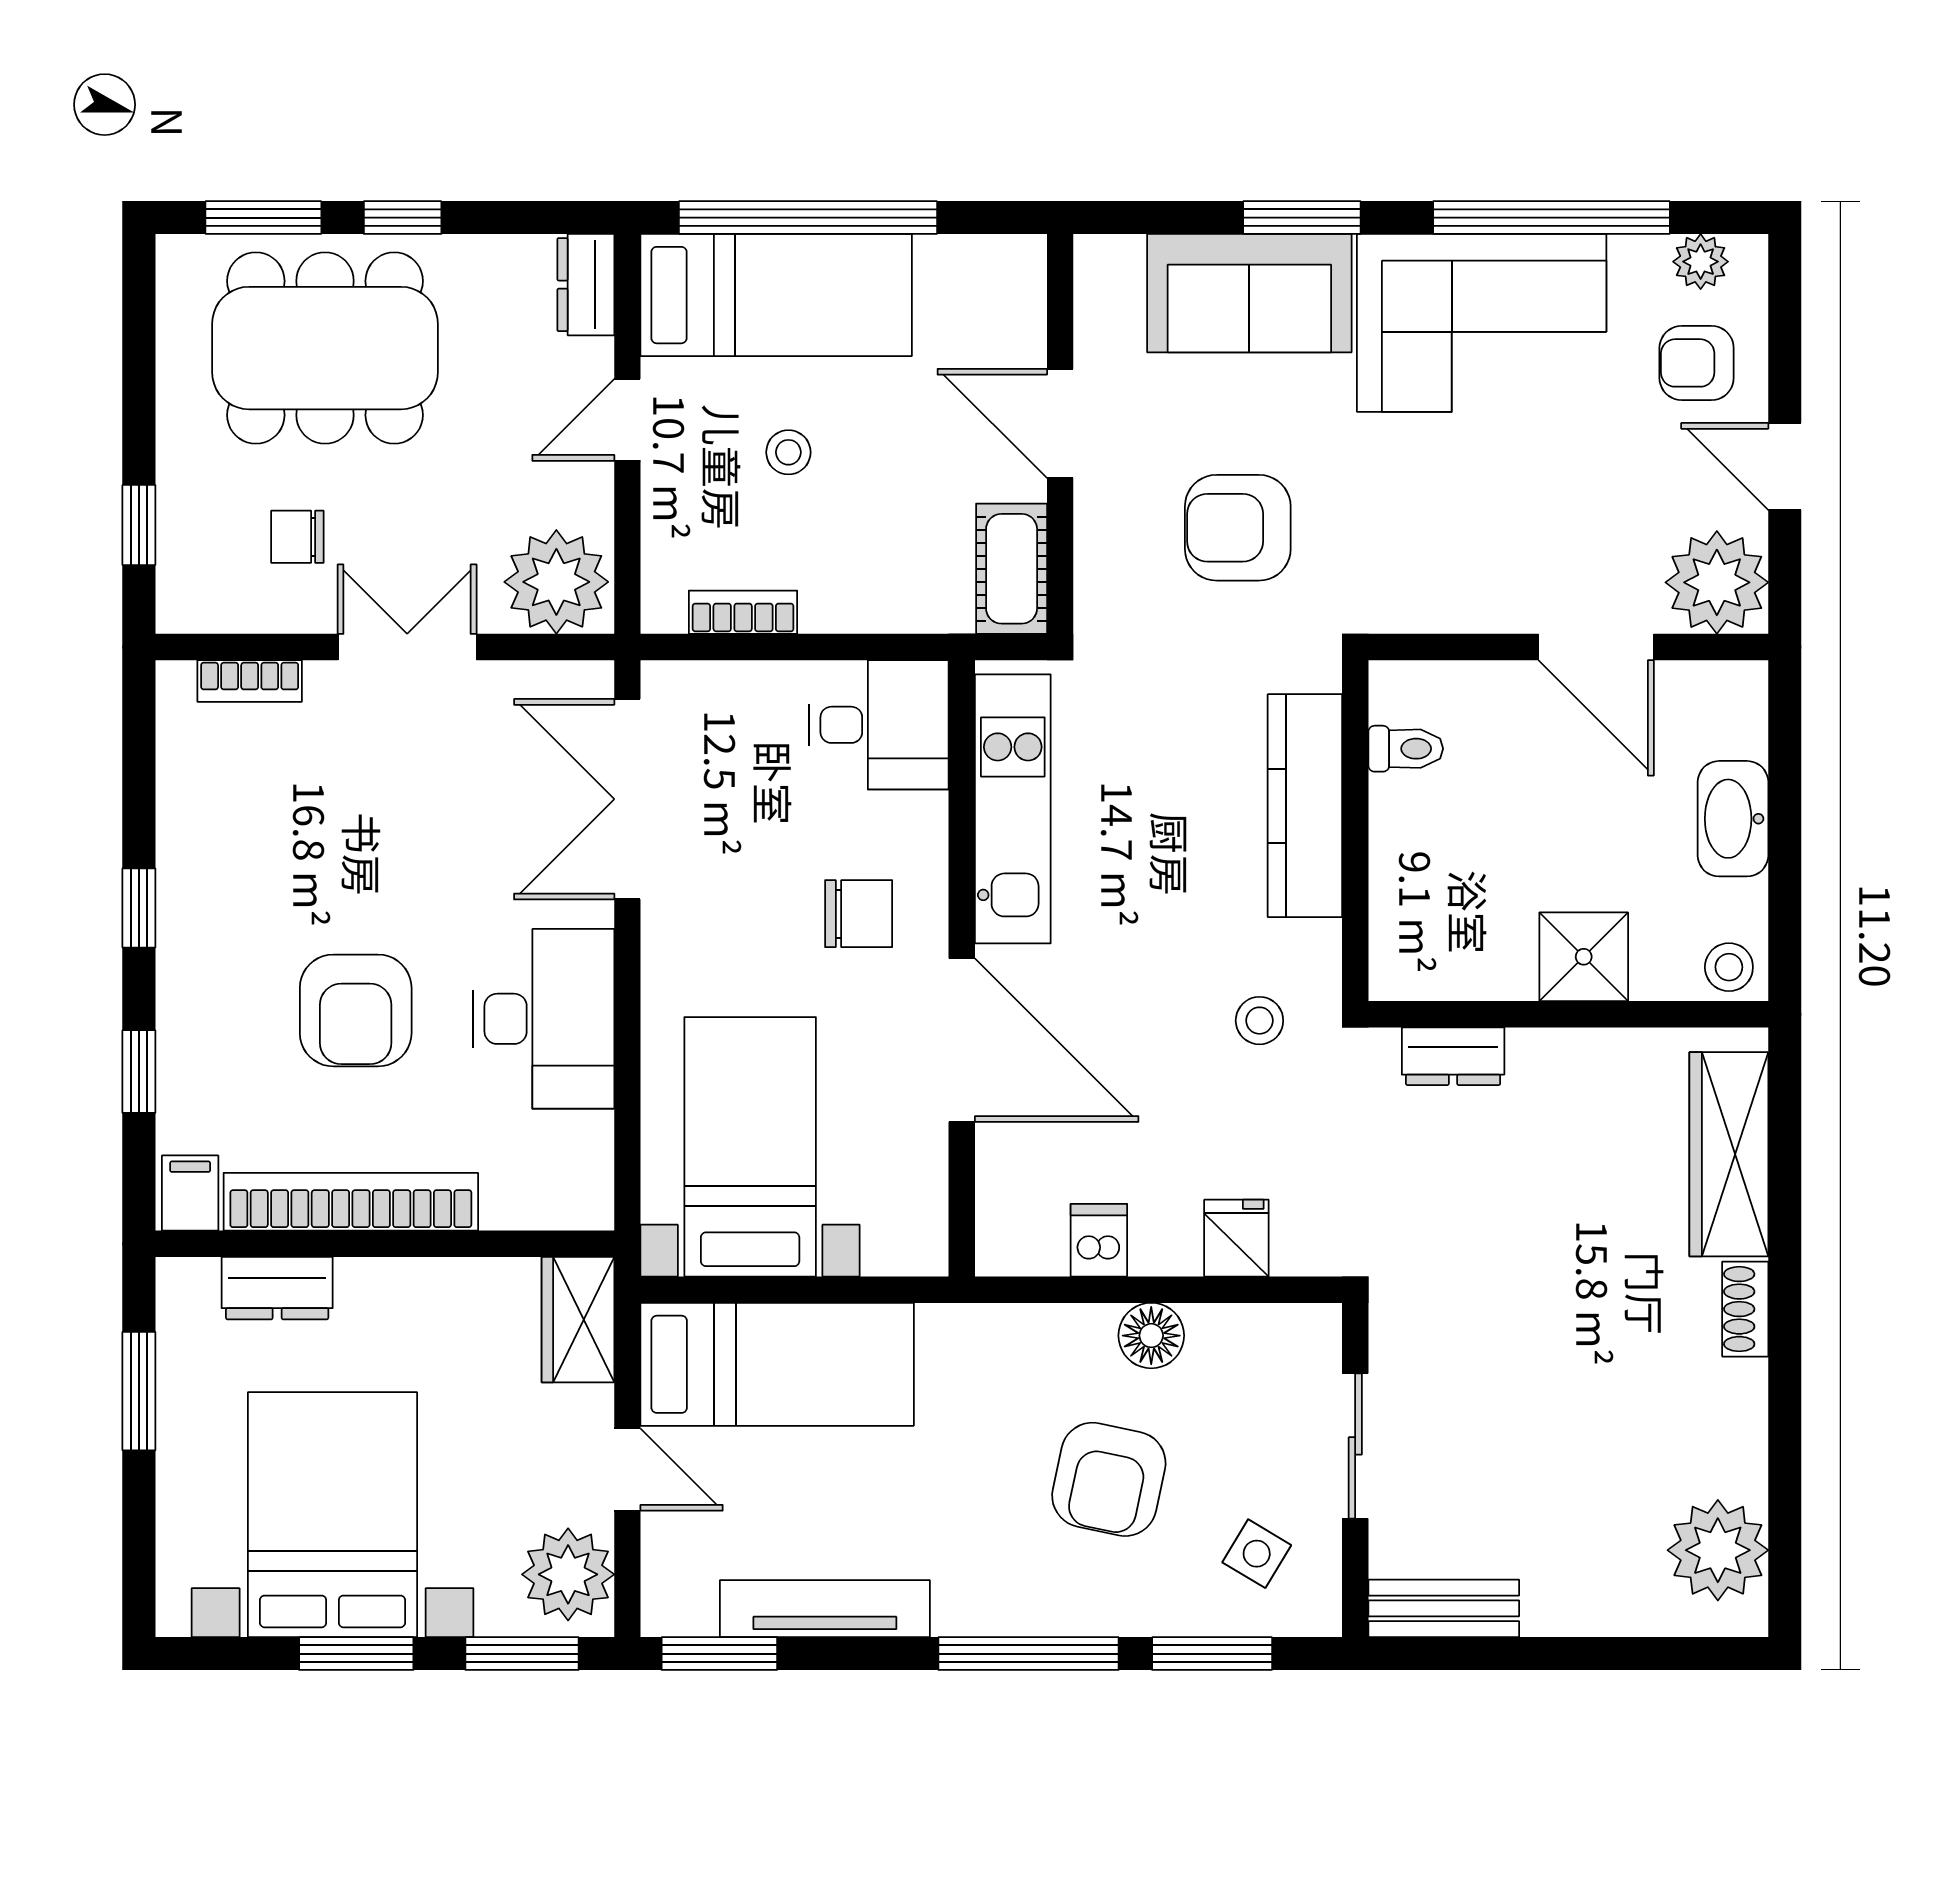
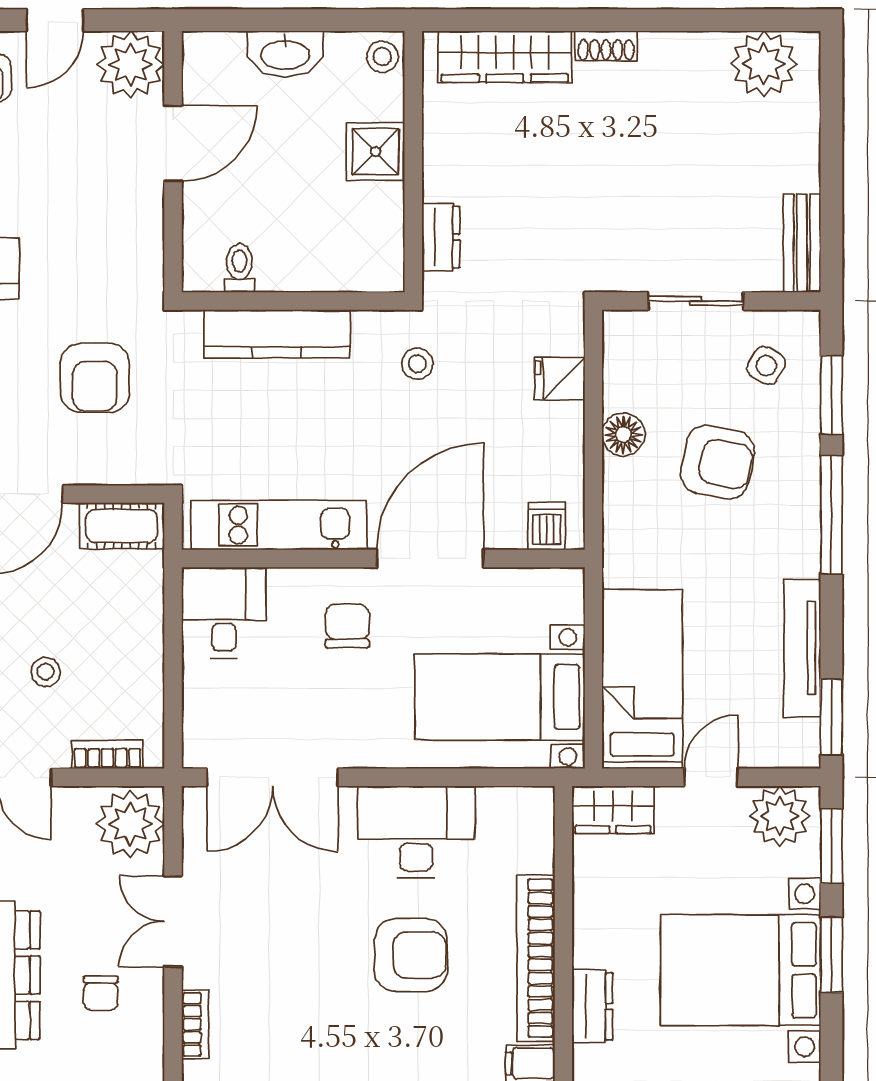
bookcase: (743, 612) -> (107, 754), moved, turned 90
dishwasher: (1099, 1240) -> (547, 526), moved, turned 90

